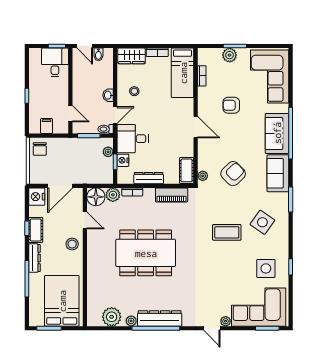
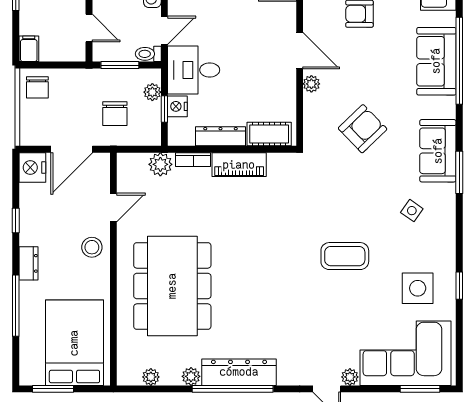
filing cabinet: (47, 126) -> (29, 49), moved
chair: (86, 165) -> (115, 114), added
cot: (187, 170) -> (269, 134), moved, turned 90
sofa: (278, 173) -> (438, 151), moved
plant: (203, 176) -> (311, 84), moved
piano: (172, 195) -> (239, 165), moved
floor lamp: (96, 197) -> (132, 168), removed
door: (85, 220) -> (113, 207), hinge flipped
side table: (262, 222) -> (412, 211), width x0.54, depth x0.54
cot: (36, 230) -> (31, 224), removed
coffee table: (227, 232) -> (345, 256), moved
dining table: (146, 253) -> (172, 286), moved, turned 90
dresser: (34, 258) -> (29, 263), width x0.70
plant: (112, 317) -> (151, 377), width x0.53, depth x0.53

